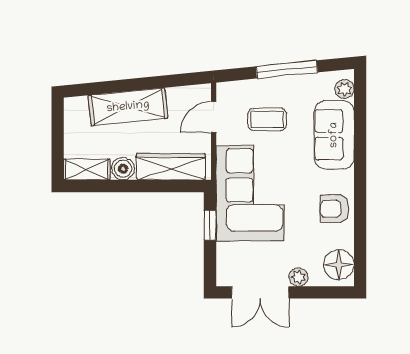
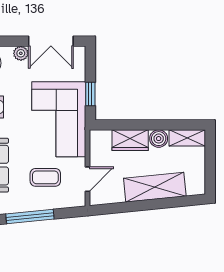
wardrobe: (171, 167) -> (130, 140), width x0.67
double door: (260, 292) -> (51, 41), swing flipped

